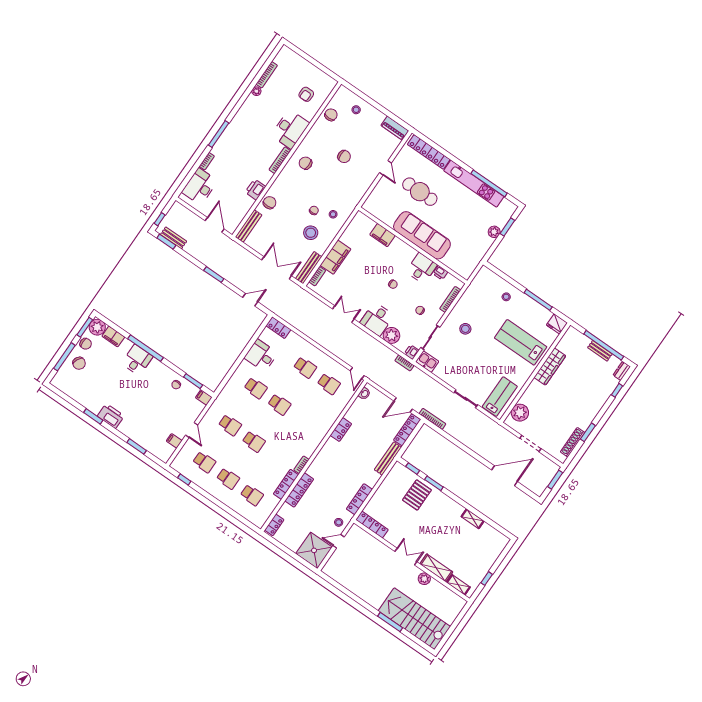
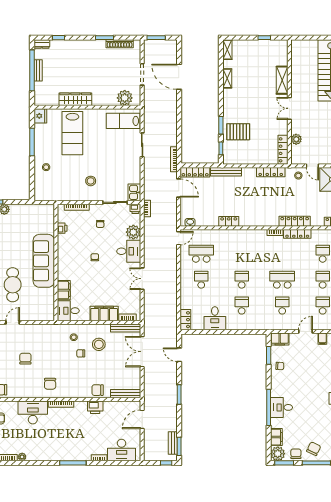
desk: (422, 268) -> (68, 311), moved
school desk: (329, 384) -> (201, 254), width x1.85
filing cabinet: (204, 397) -> (280, 339), width x2.00
school desk: (254, 442) -> (282, 280), width x1.85
plant: (424, 579) -> (296, 139), moved
shelving: (458, 585) -> (227, 50), moved

